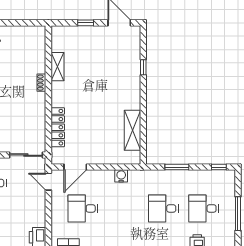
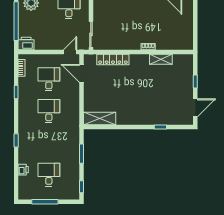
shelving: (132, 130) -> (100, 118), moved
water cooler: (121, 176) -> (74, 110), removed
desk: (163, 208) -> (49, 111), moved

